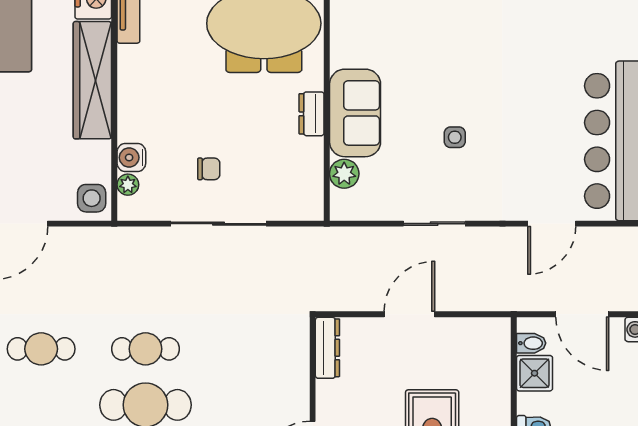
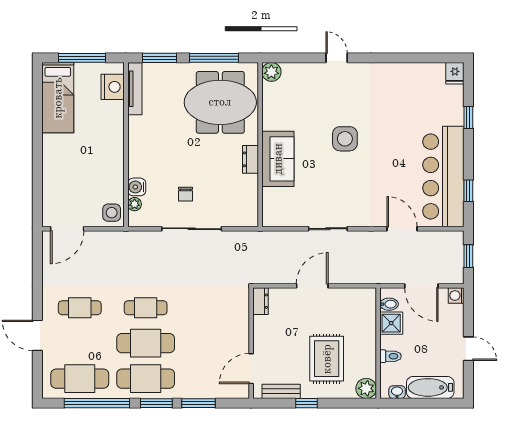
wardrobe: (92, 80) -> (112, 138), removed
side table: (455, 137) -> (345, 139), moved, width x1.87, depth x1.87
chair: (209, 169) -> (186, 194), turned 90
plant: (344, 174) -> (271, 197), removed
door: (552, 224) -> (402, 229), swing flipped
dresser: (327, 348) -> (261, 301), width x0.70

